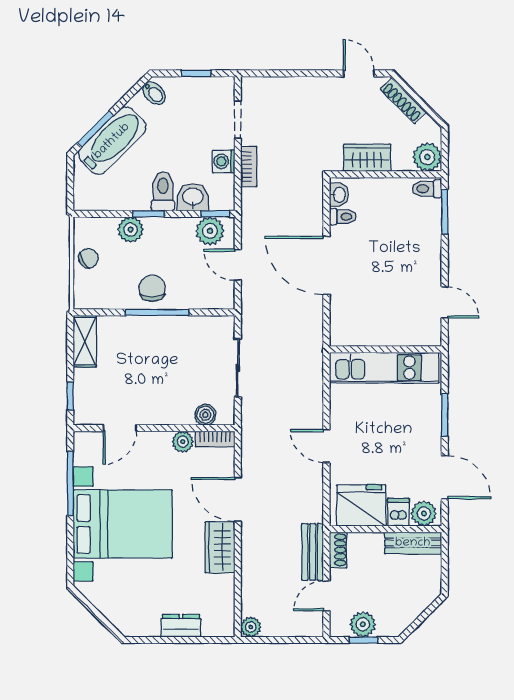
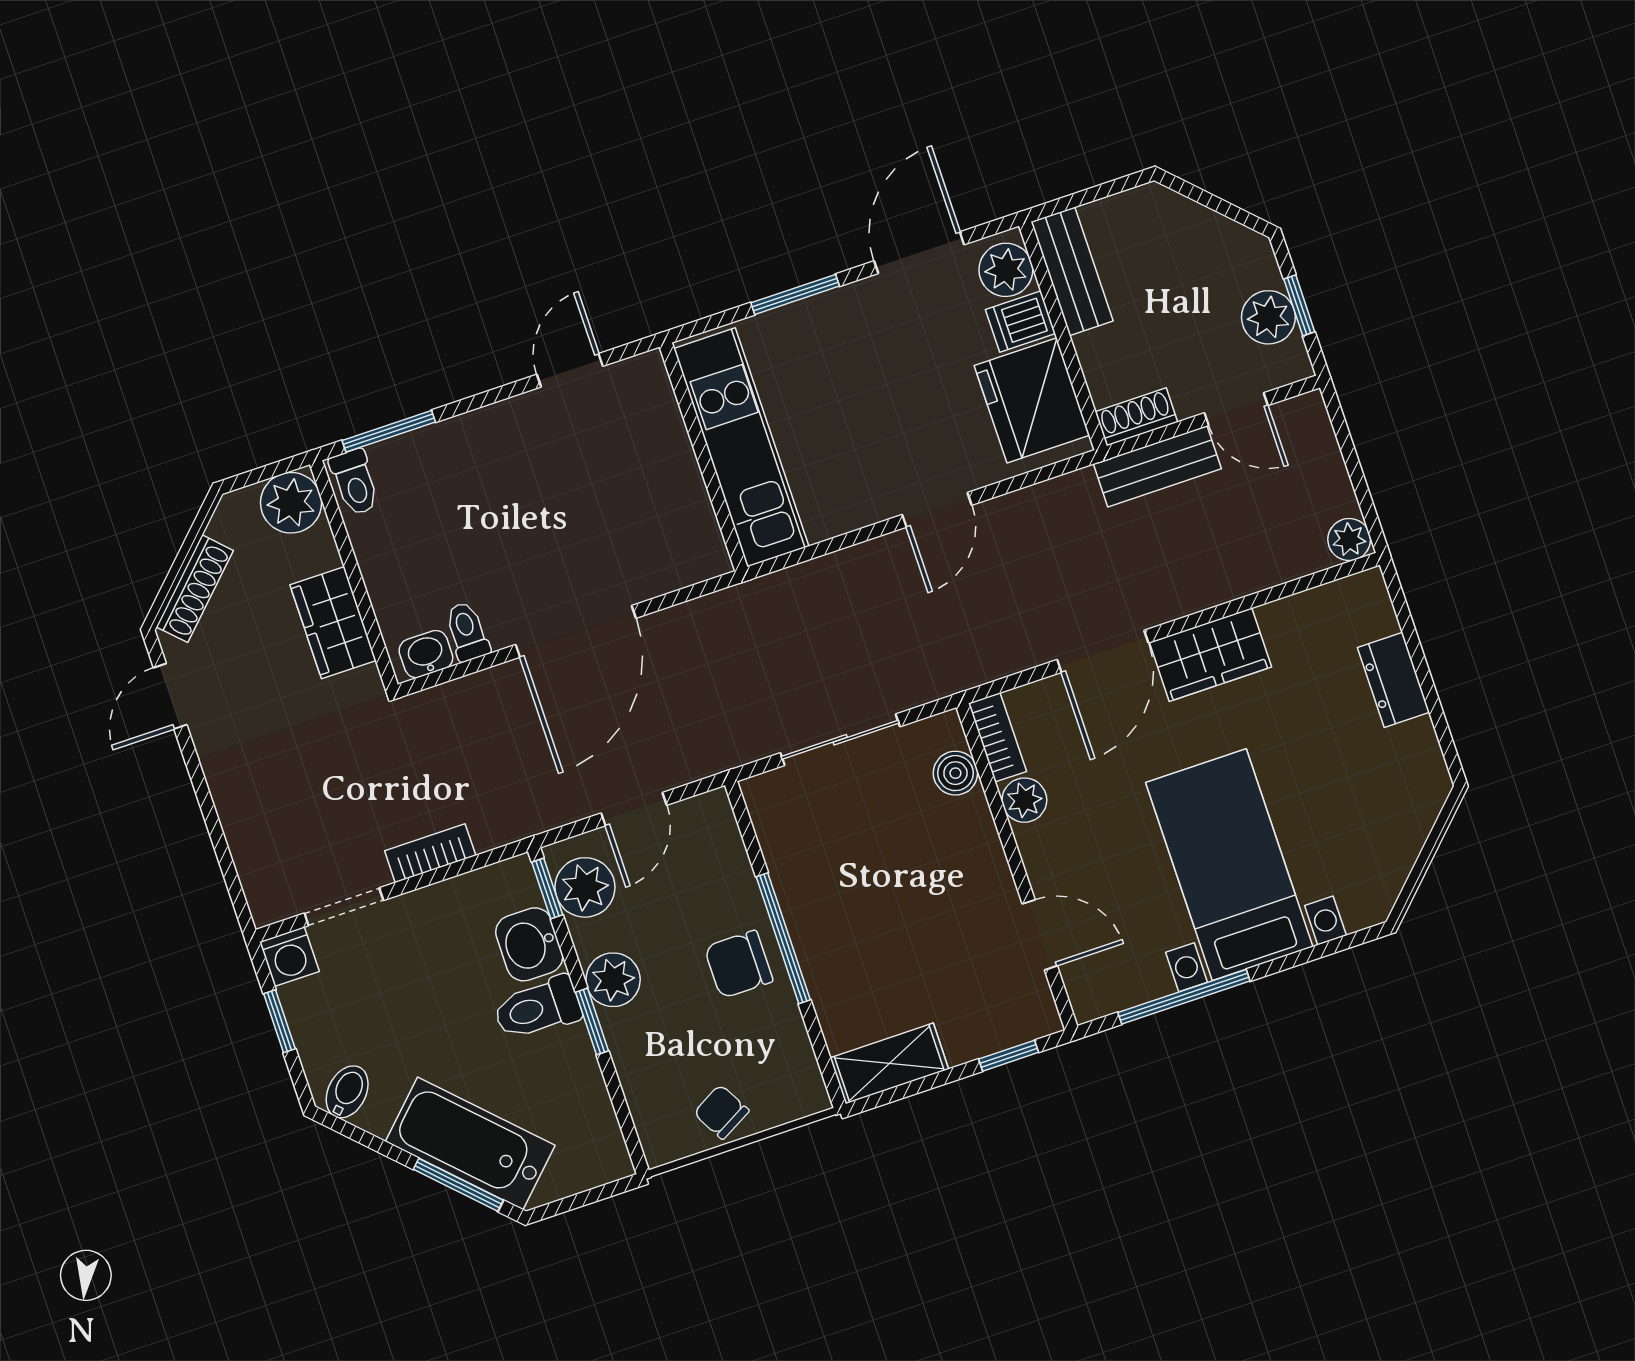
washing machine: (224, 161) -> (289, 957), moved
plant: (131, 230) -> (613, 980), moved
bed with nightstands: (123, 524) -> (1229, 865), width x0.73

